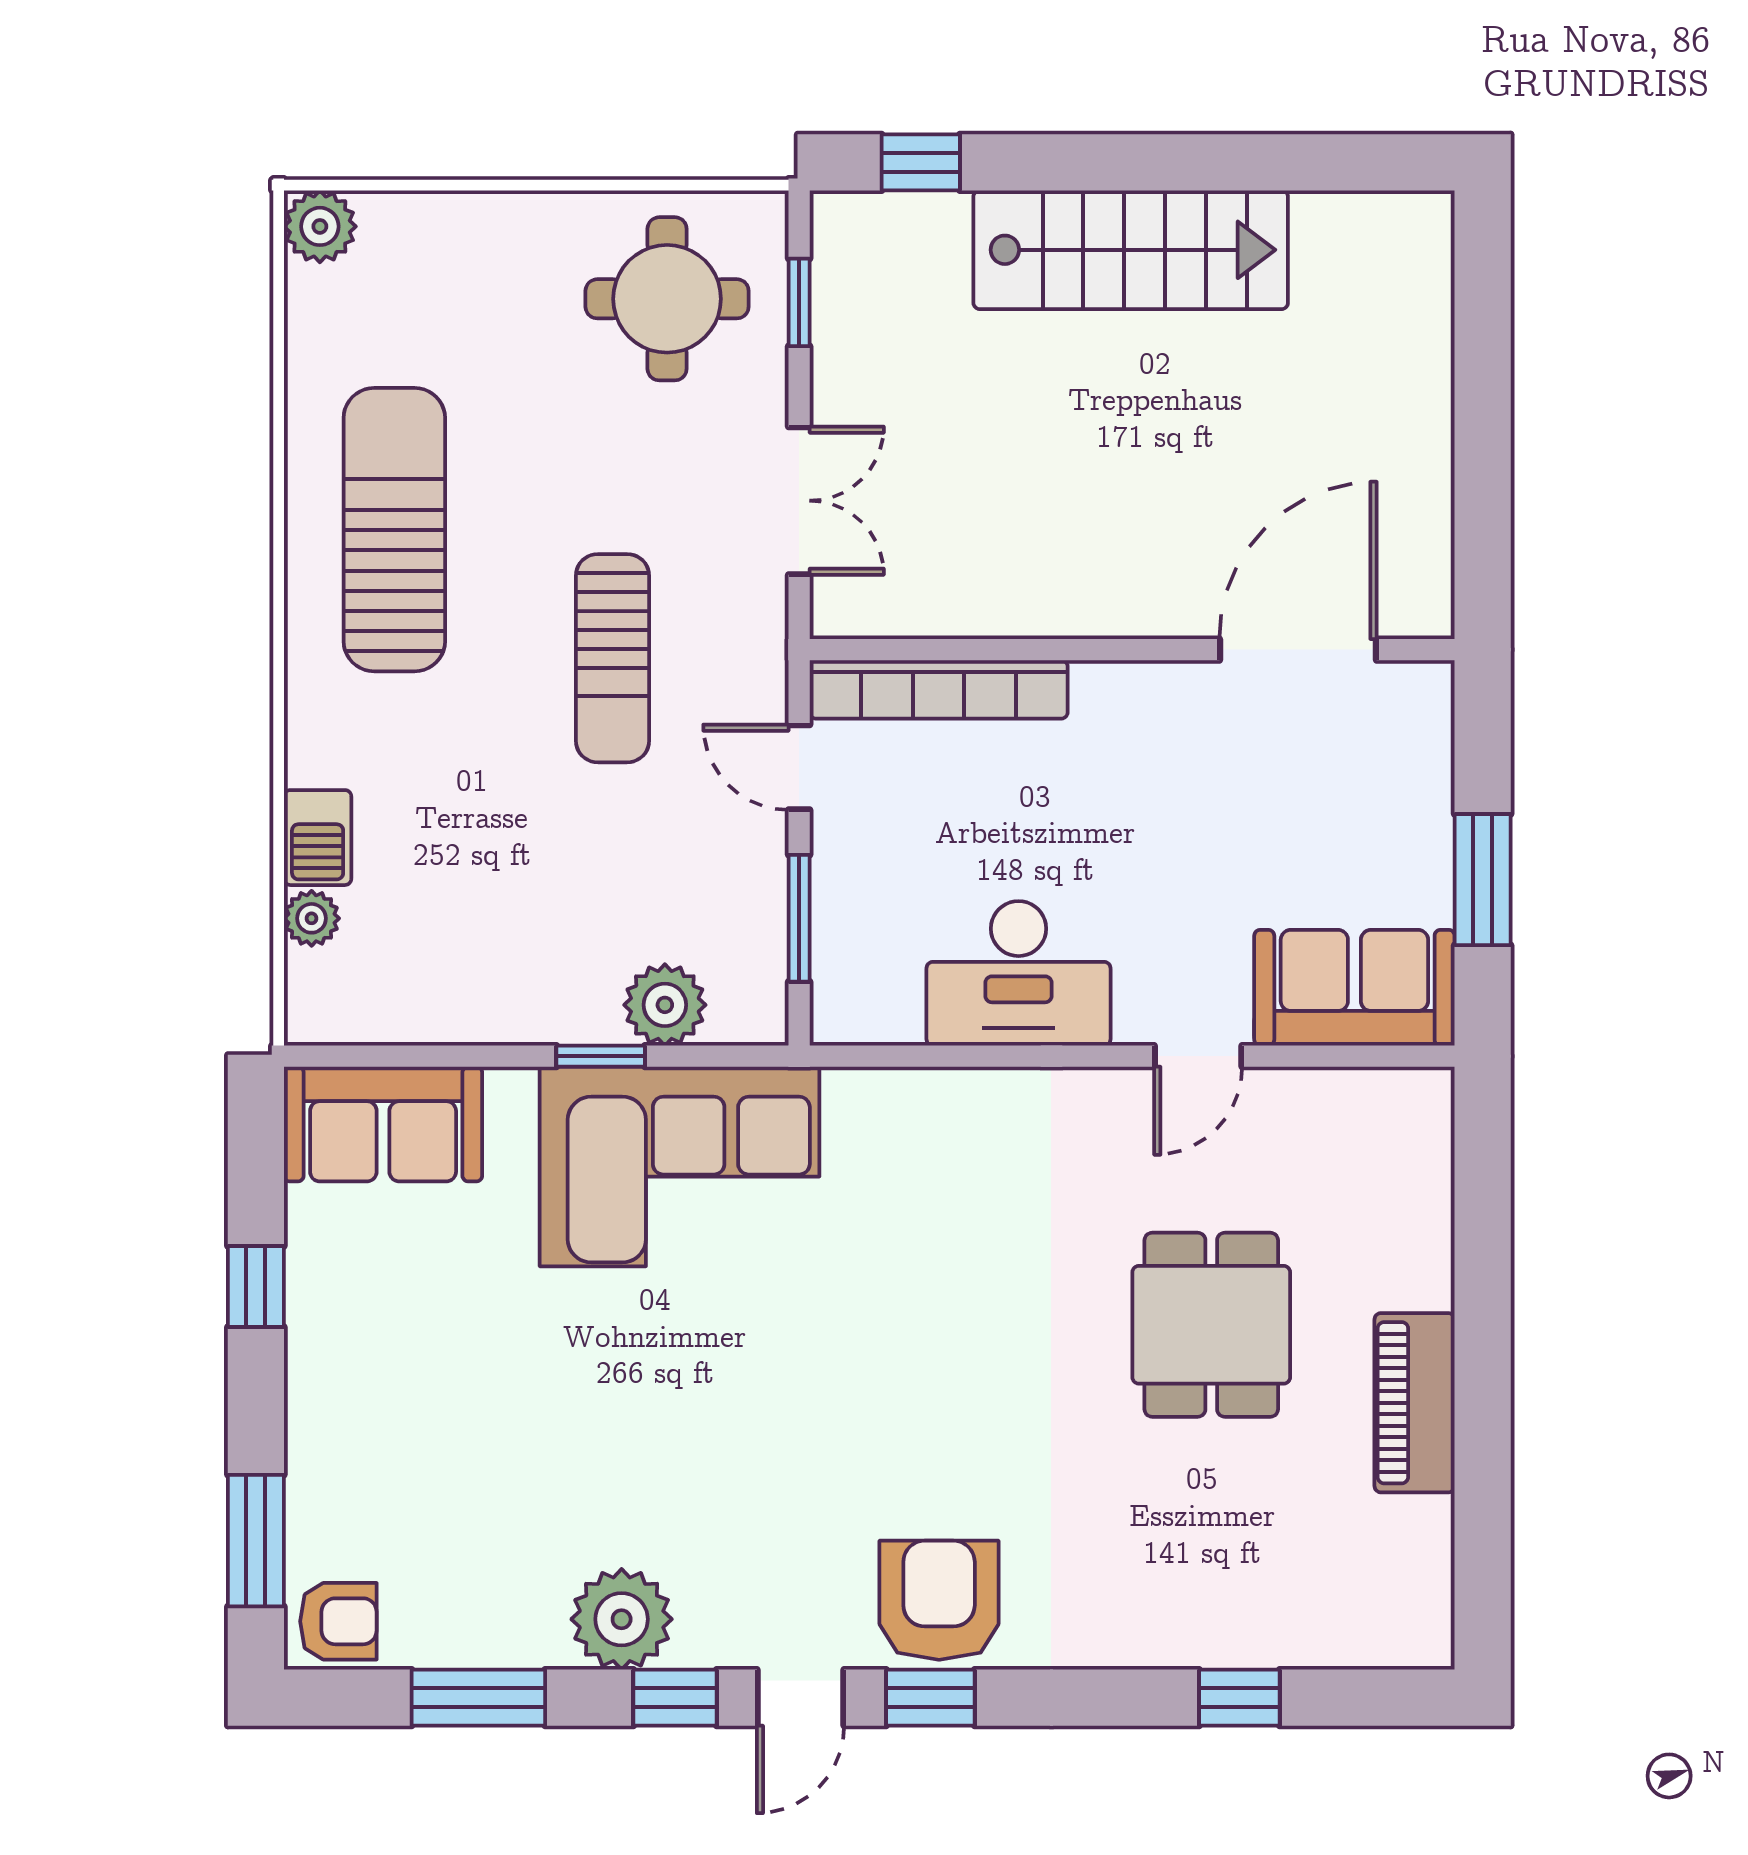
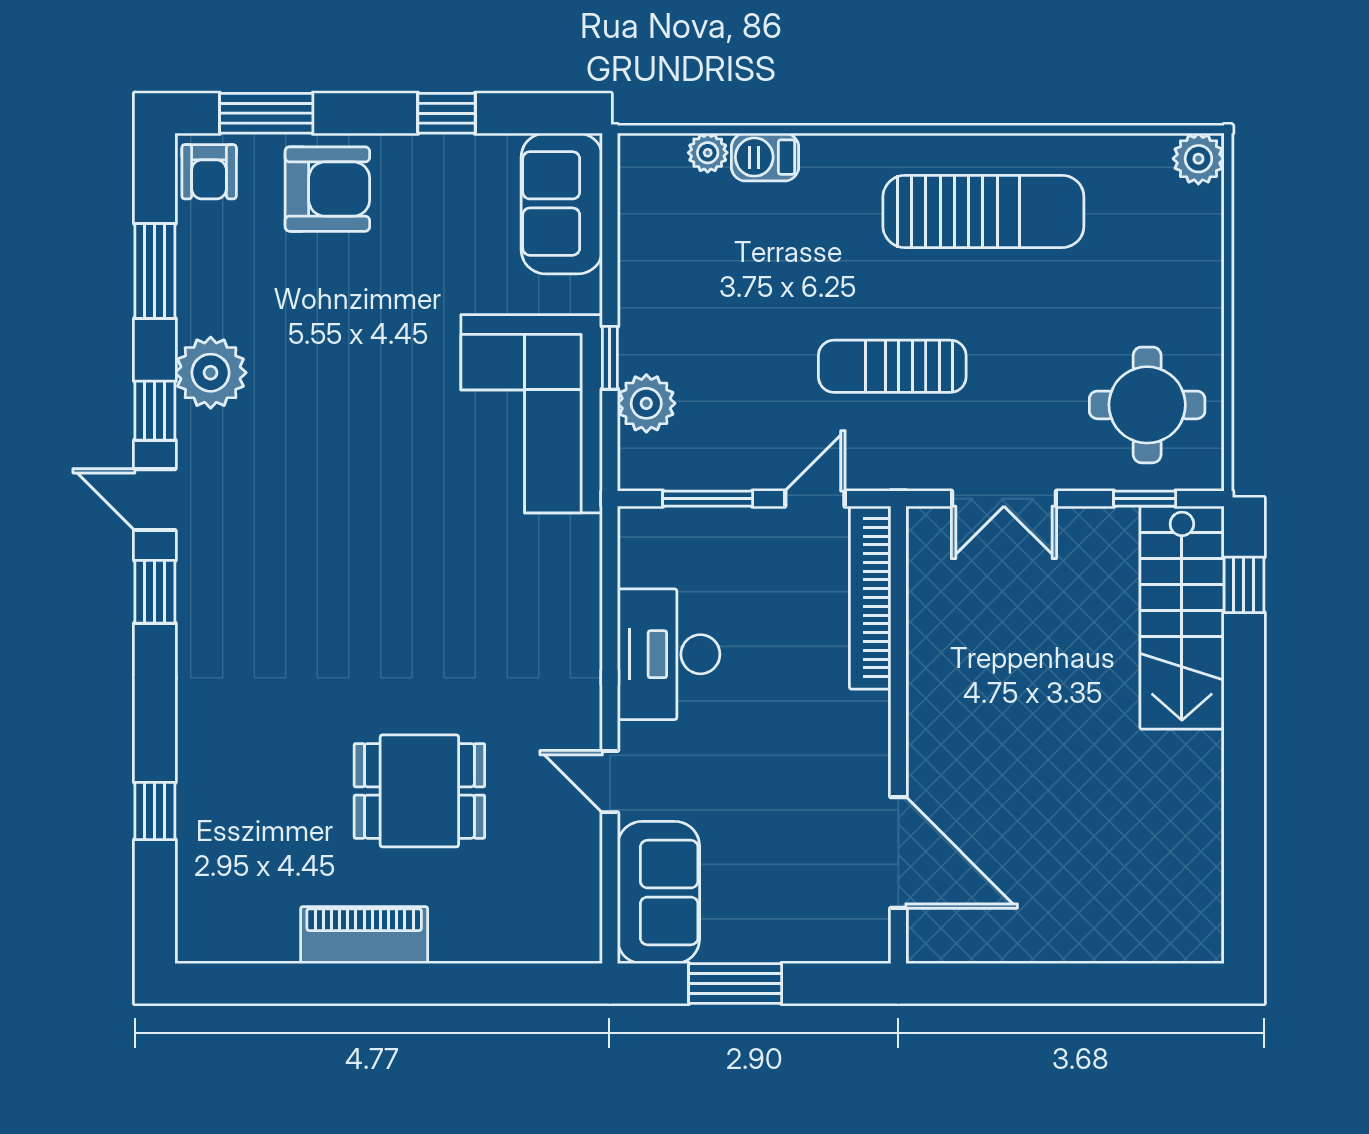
stairs: (1131, 250) -> (1182, 618), moved
armchair: (939, 1600) -> (327, 189), moved

